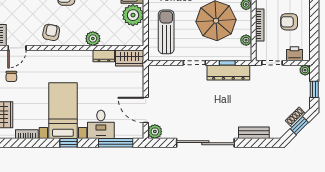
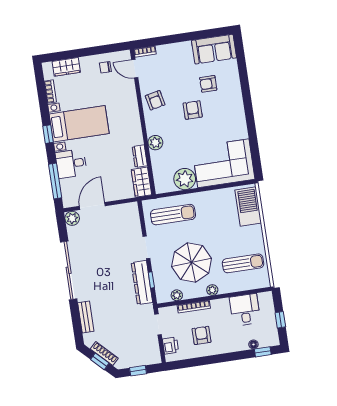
armchair: (51, 32) -> (155, 100), turned 68
plant: (305, 70) -> (156, 358), removed
shoe rack: (295, 117) -> (104, 354), width x1.43

